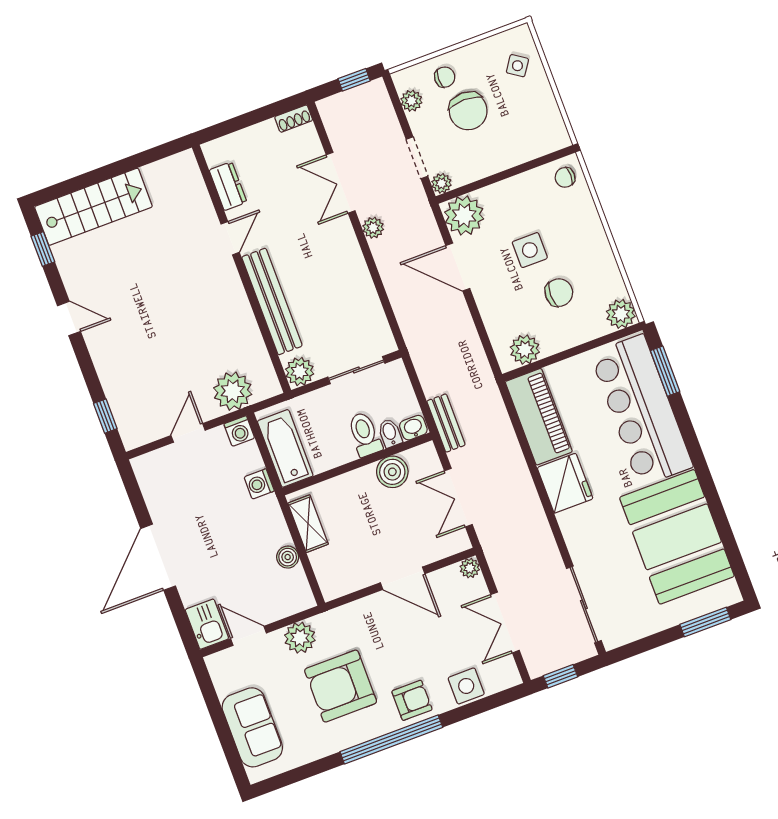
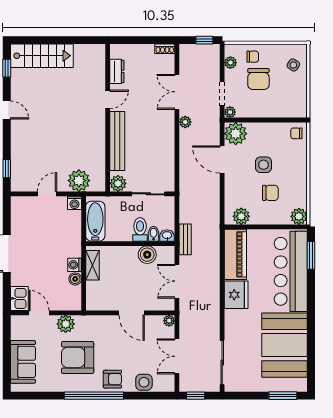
washing machine: (259, 484) -> (75, 265), moved

